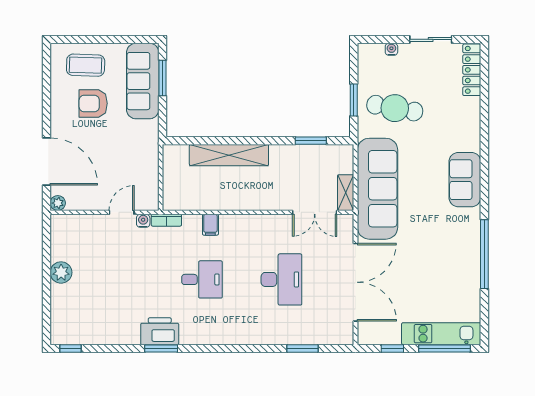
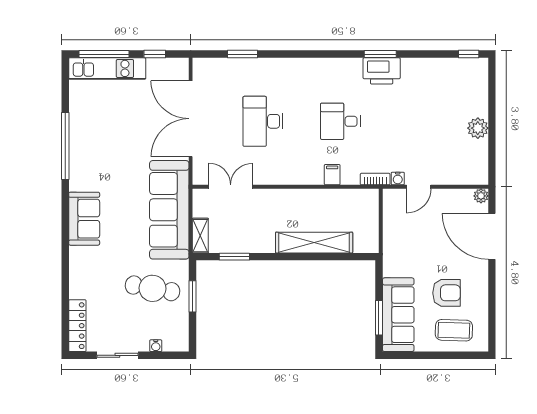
shelving: (346, 193) -> (200, 236), moved

